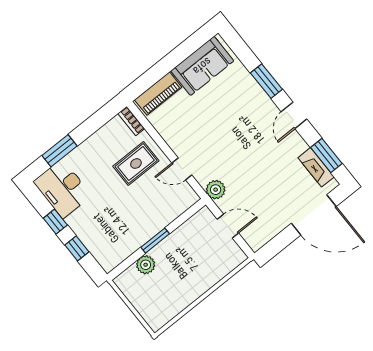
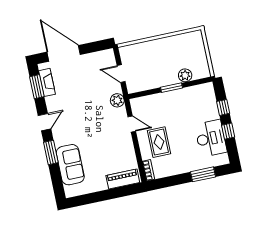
sofa: (202, 66) -> (70, 165), moved, turned 90
rug: (136, 164) -> (159, 142), turned 90
desk: (63, 189) -> (211, 138), moved

